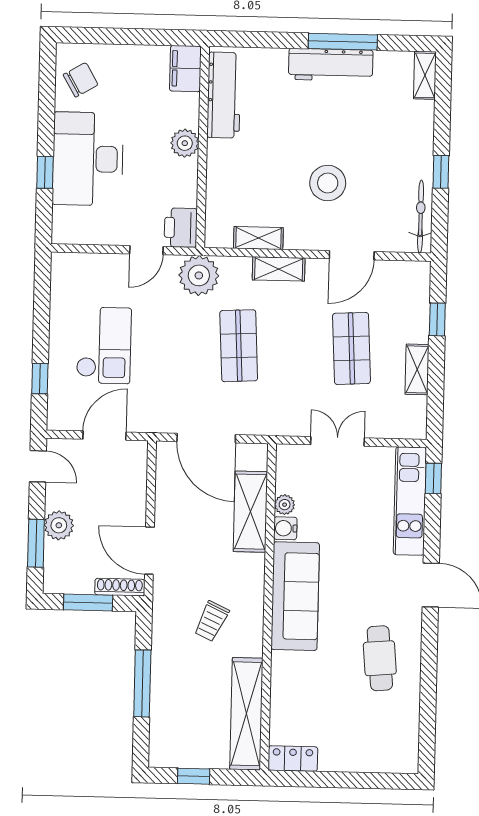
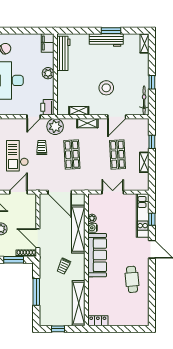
window: (343, 42) -> (111, 31), width x0.69
trolley: (165, 327) -> (42, 148), added
checkout: (104, 345) -> (17, 156), turned 180
window: (433, 478) -> (152, 219), moved
shelving: (250, 512) -> (78, 229), width x1.47

